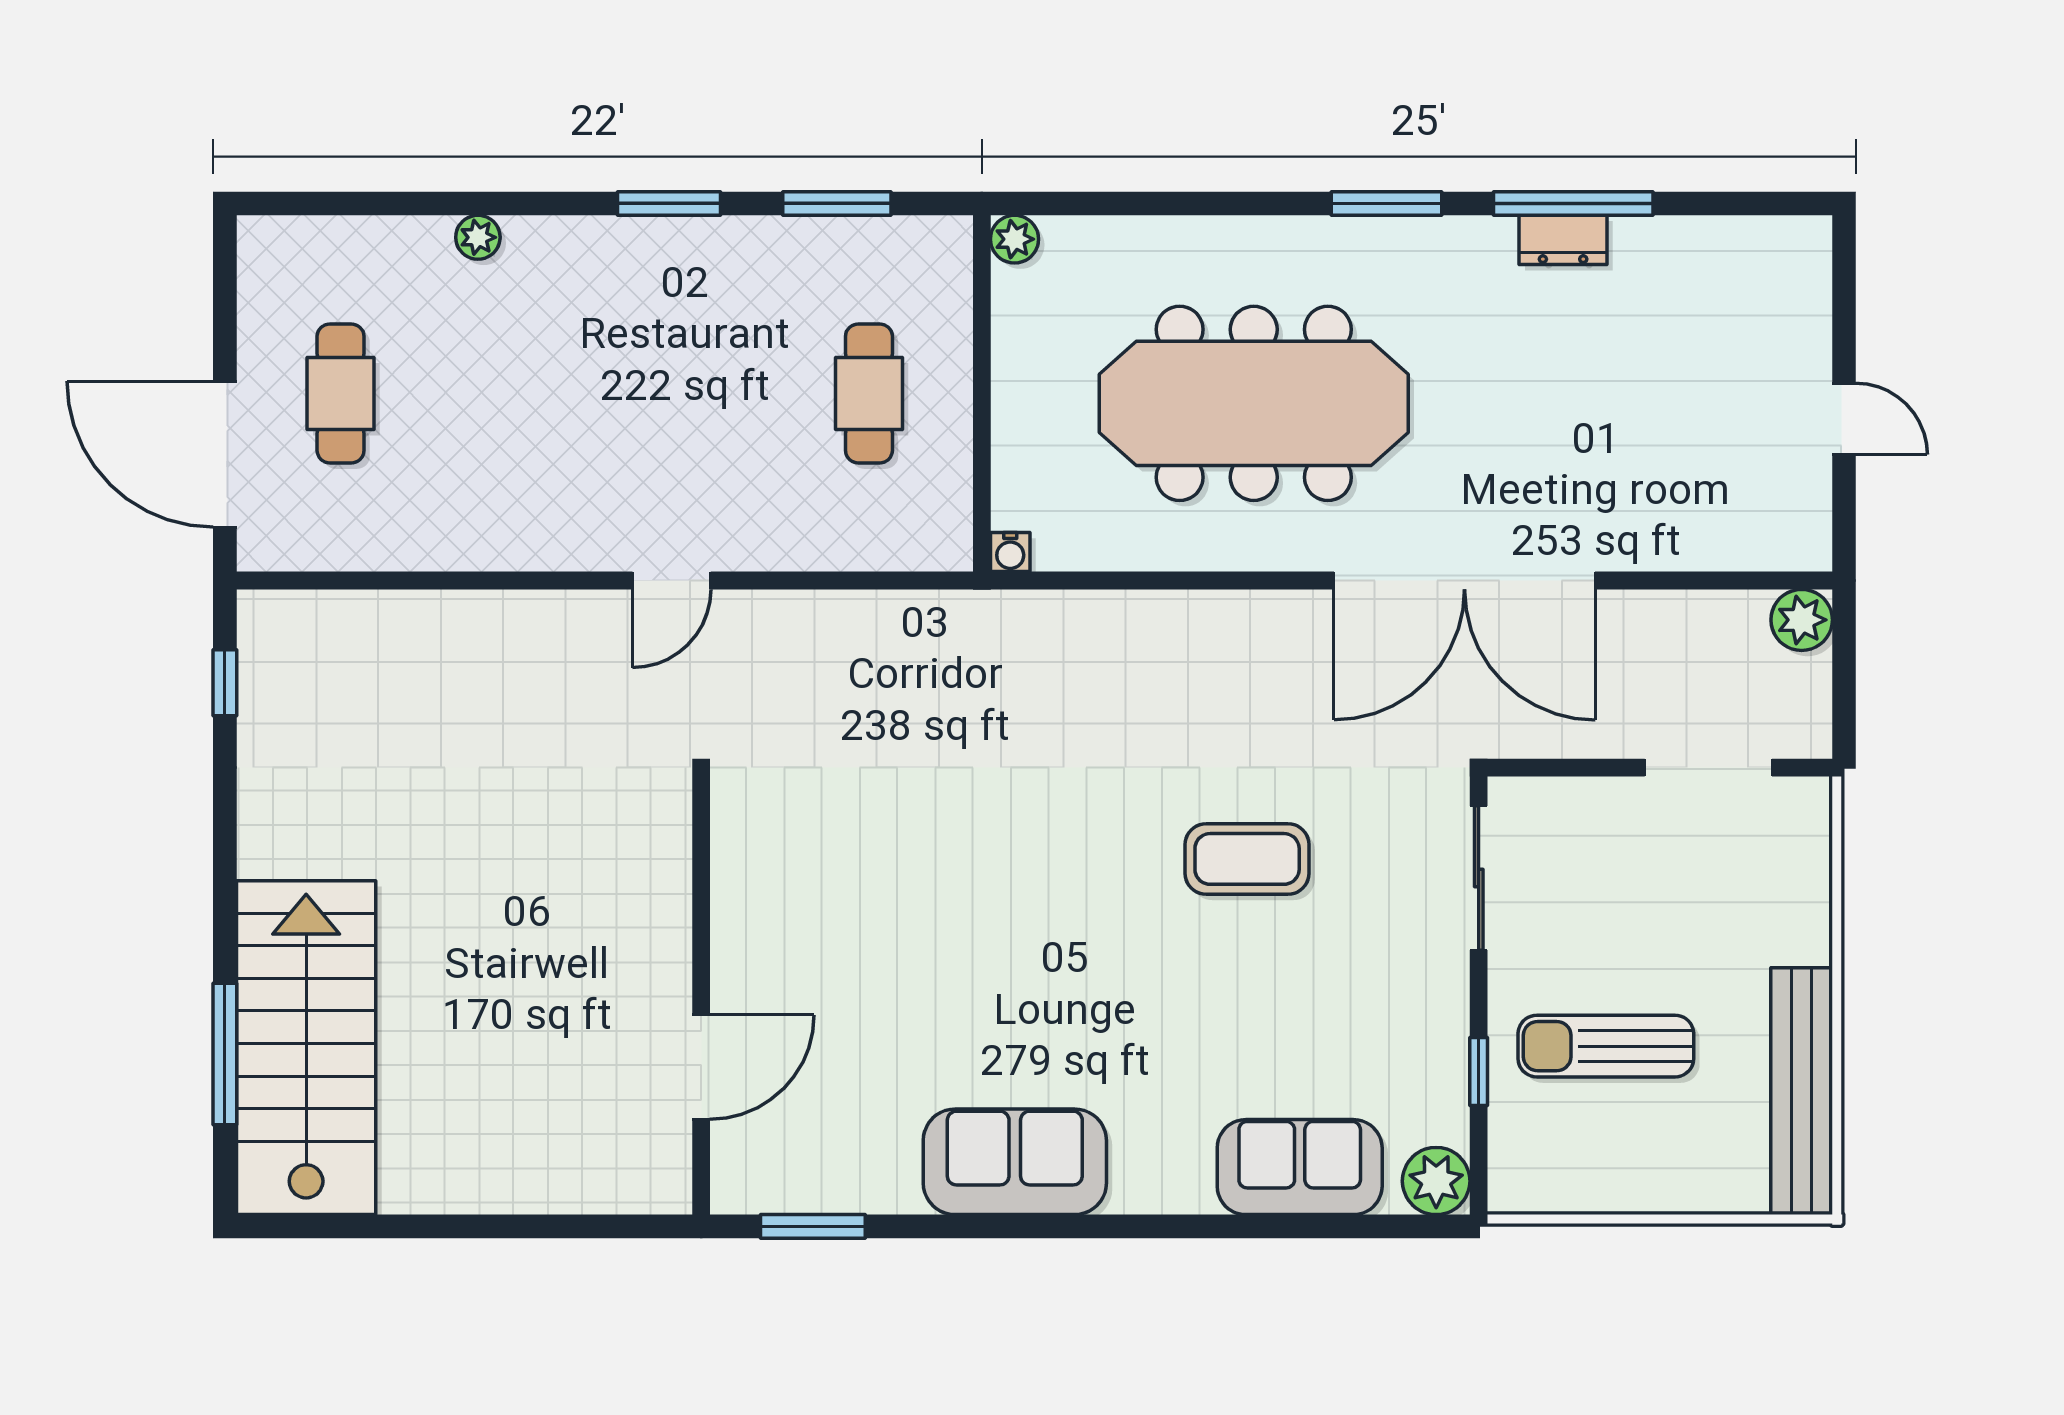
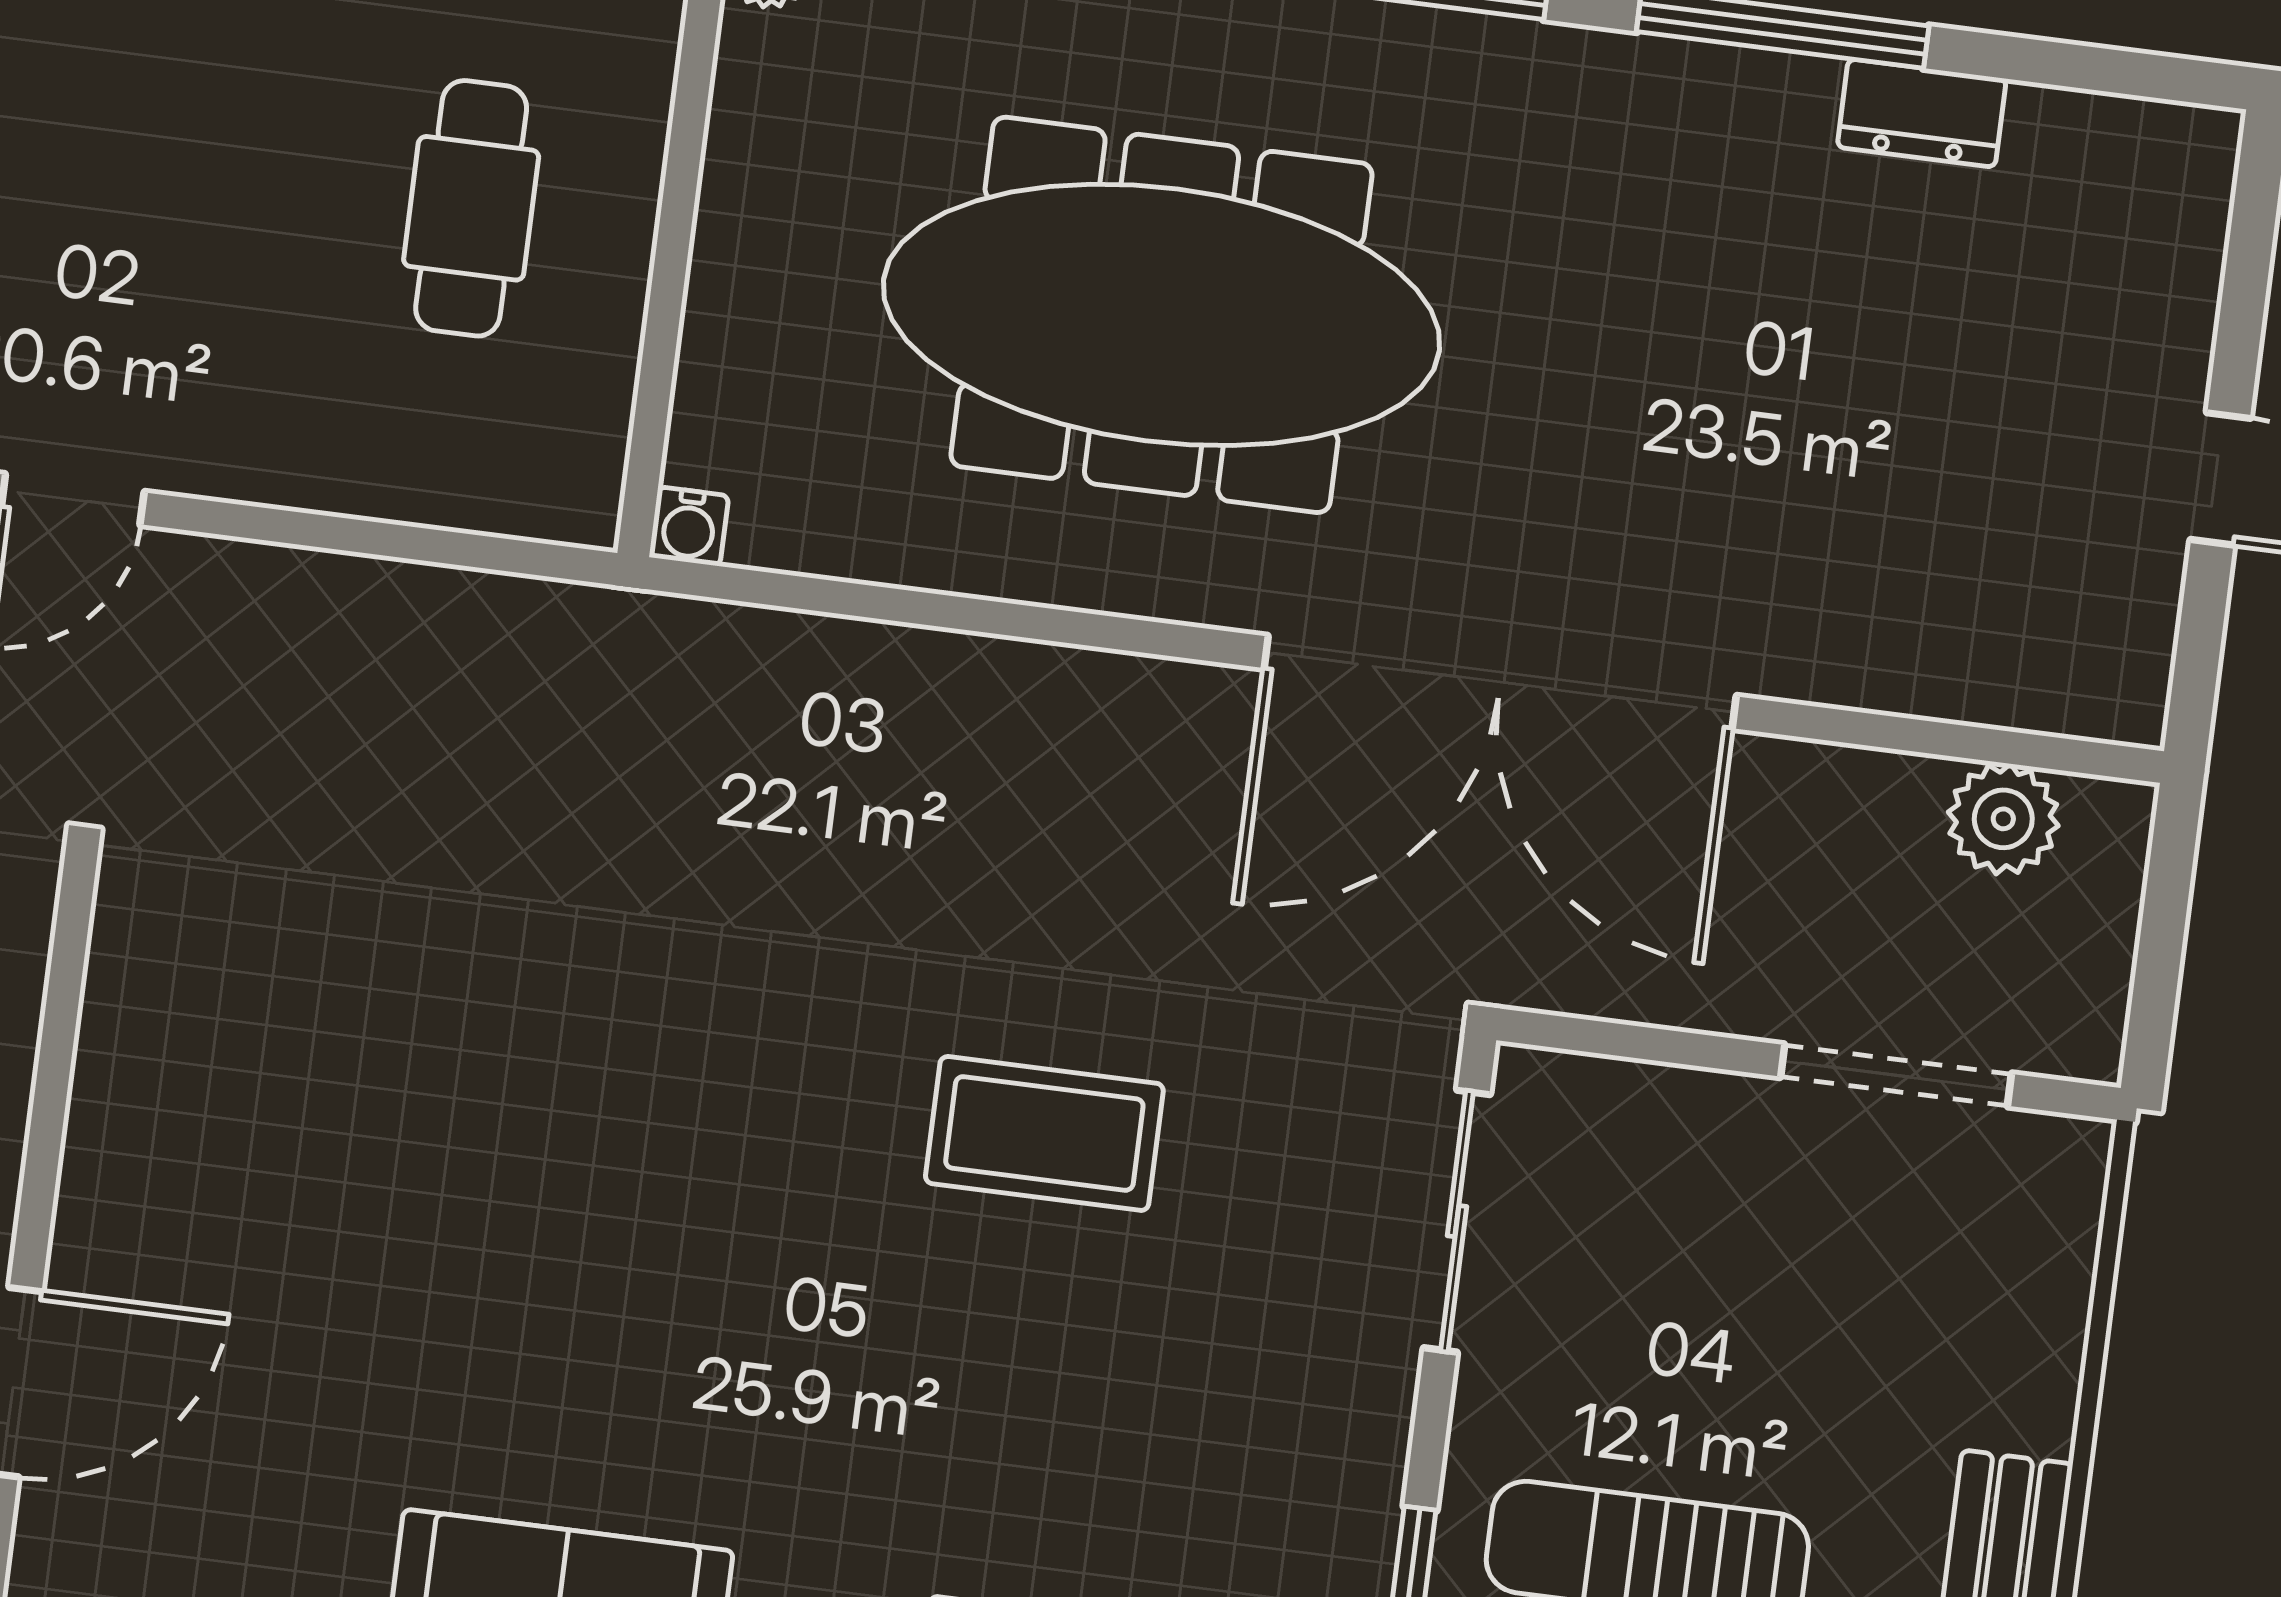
dresser: (1563, 240) -> (1922, 113), moved
plant: (1802, 620) -> (2003, 819), moved

